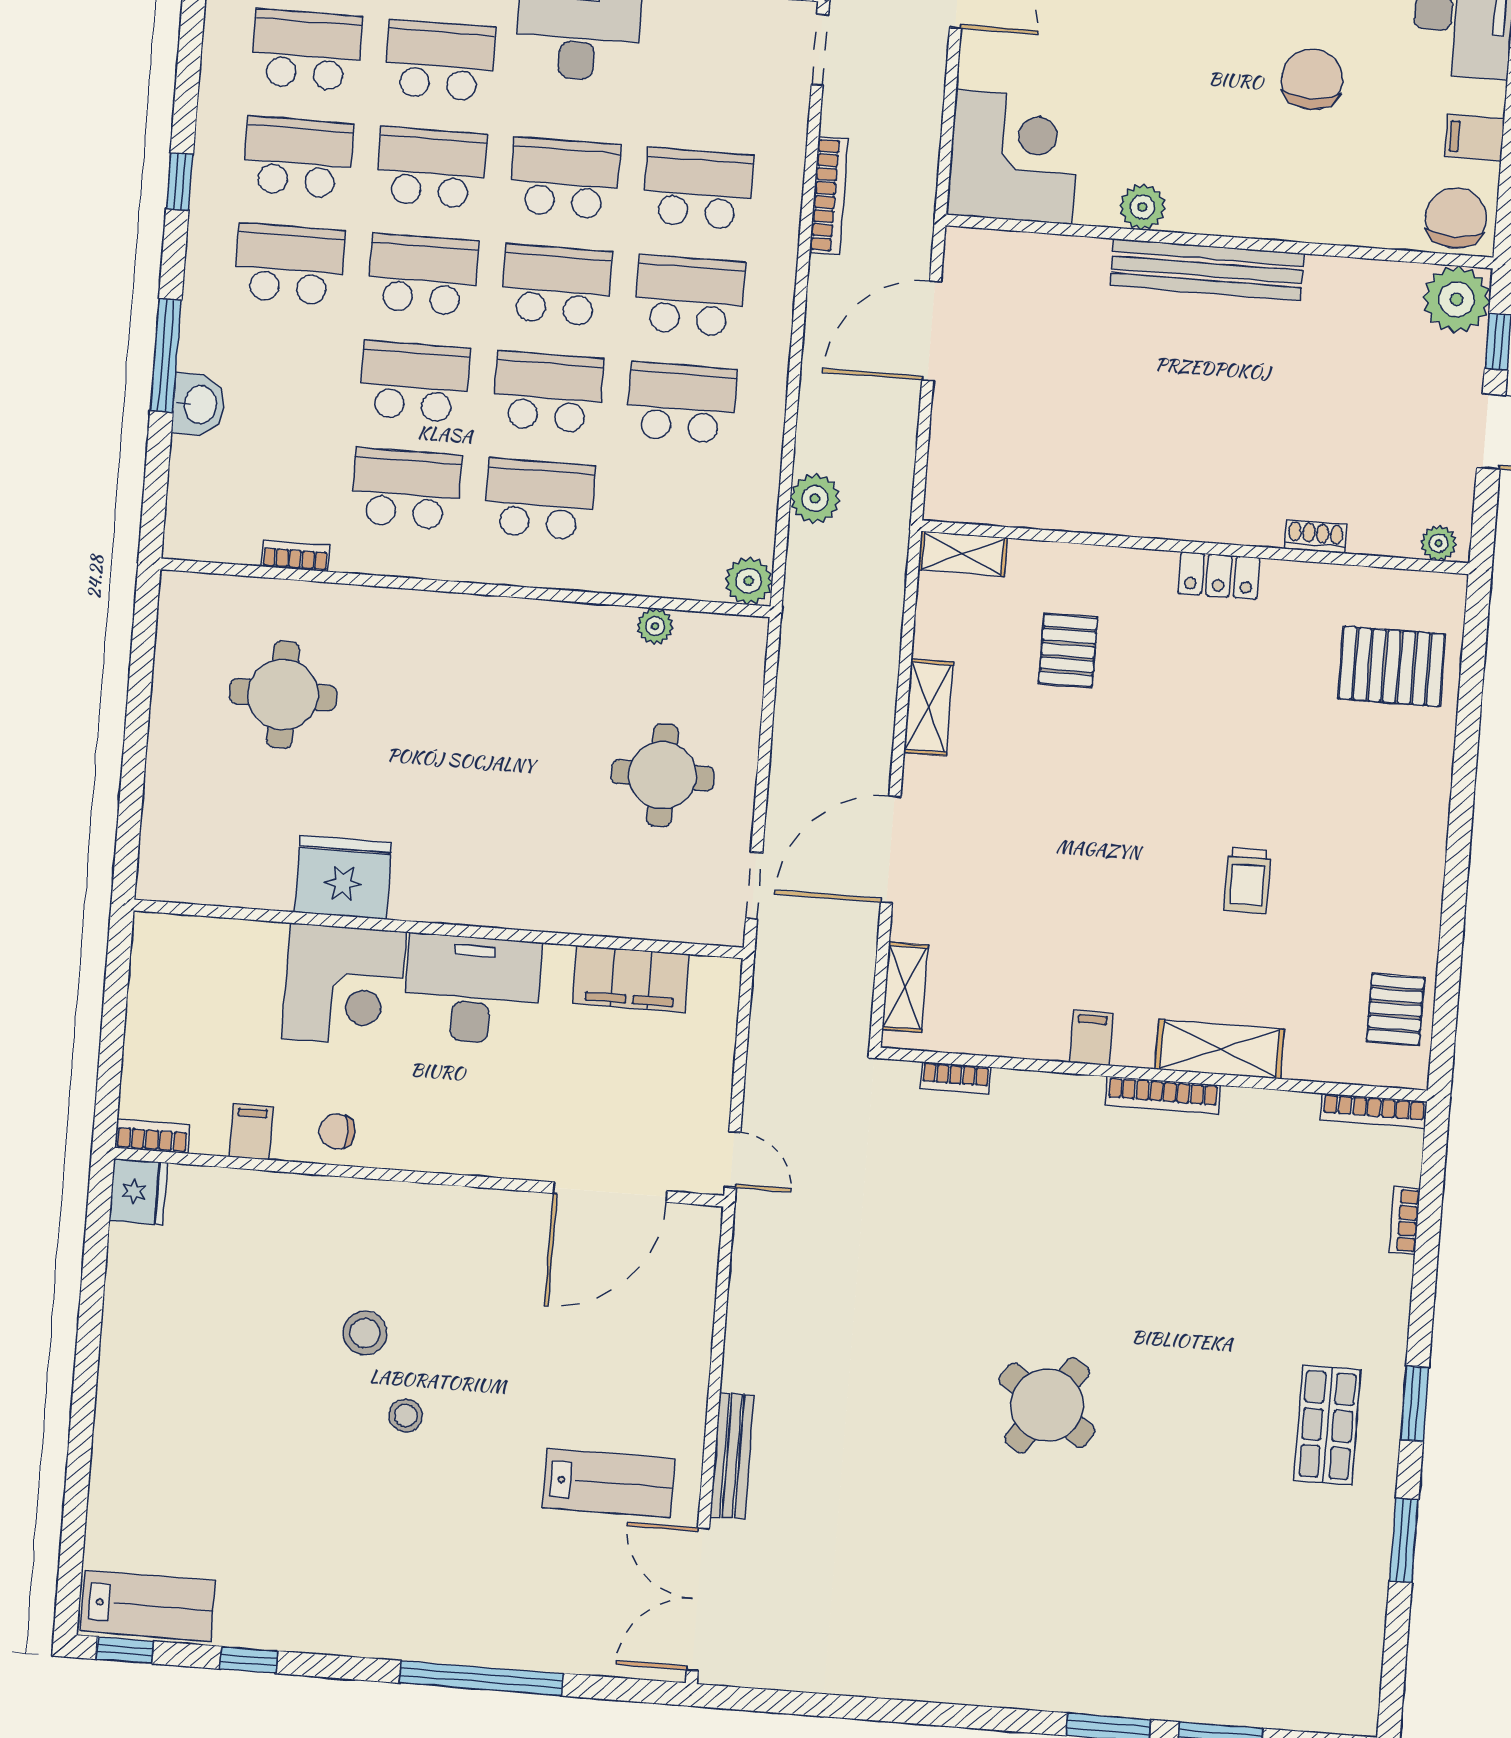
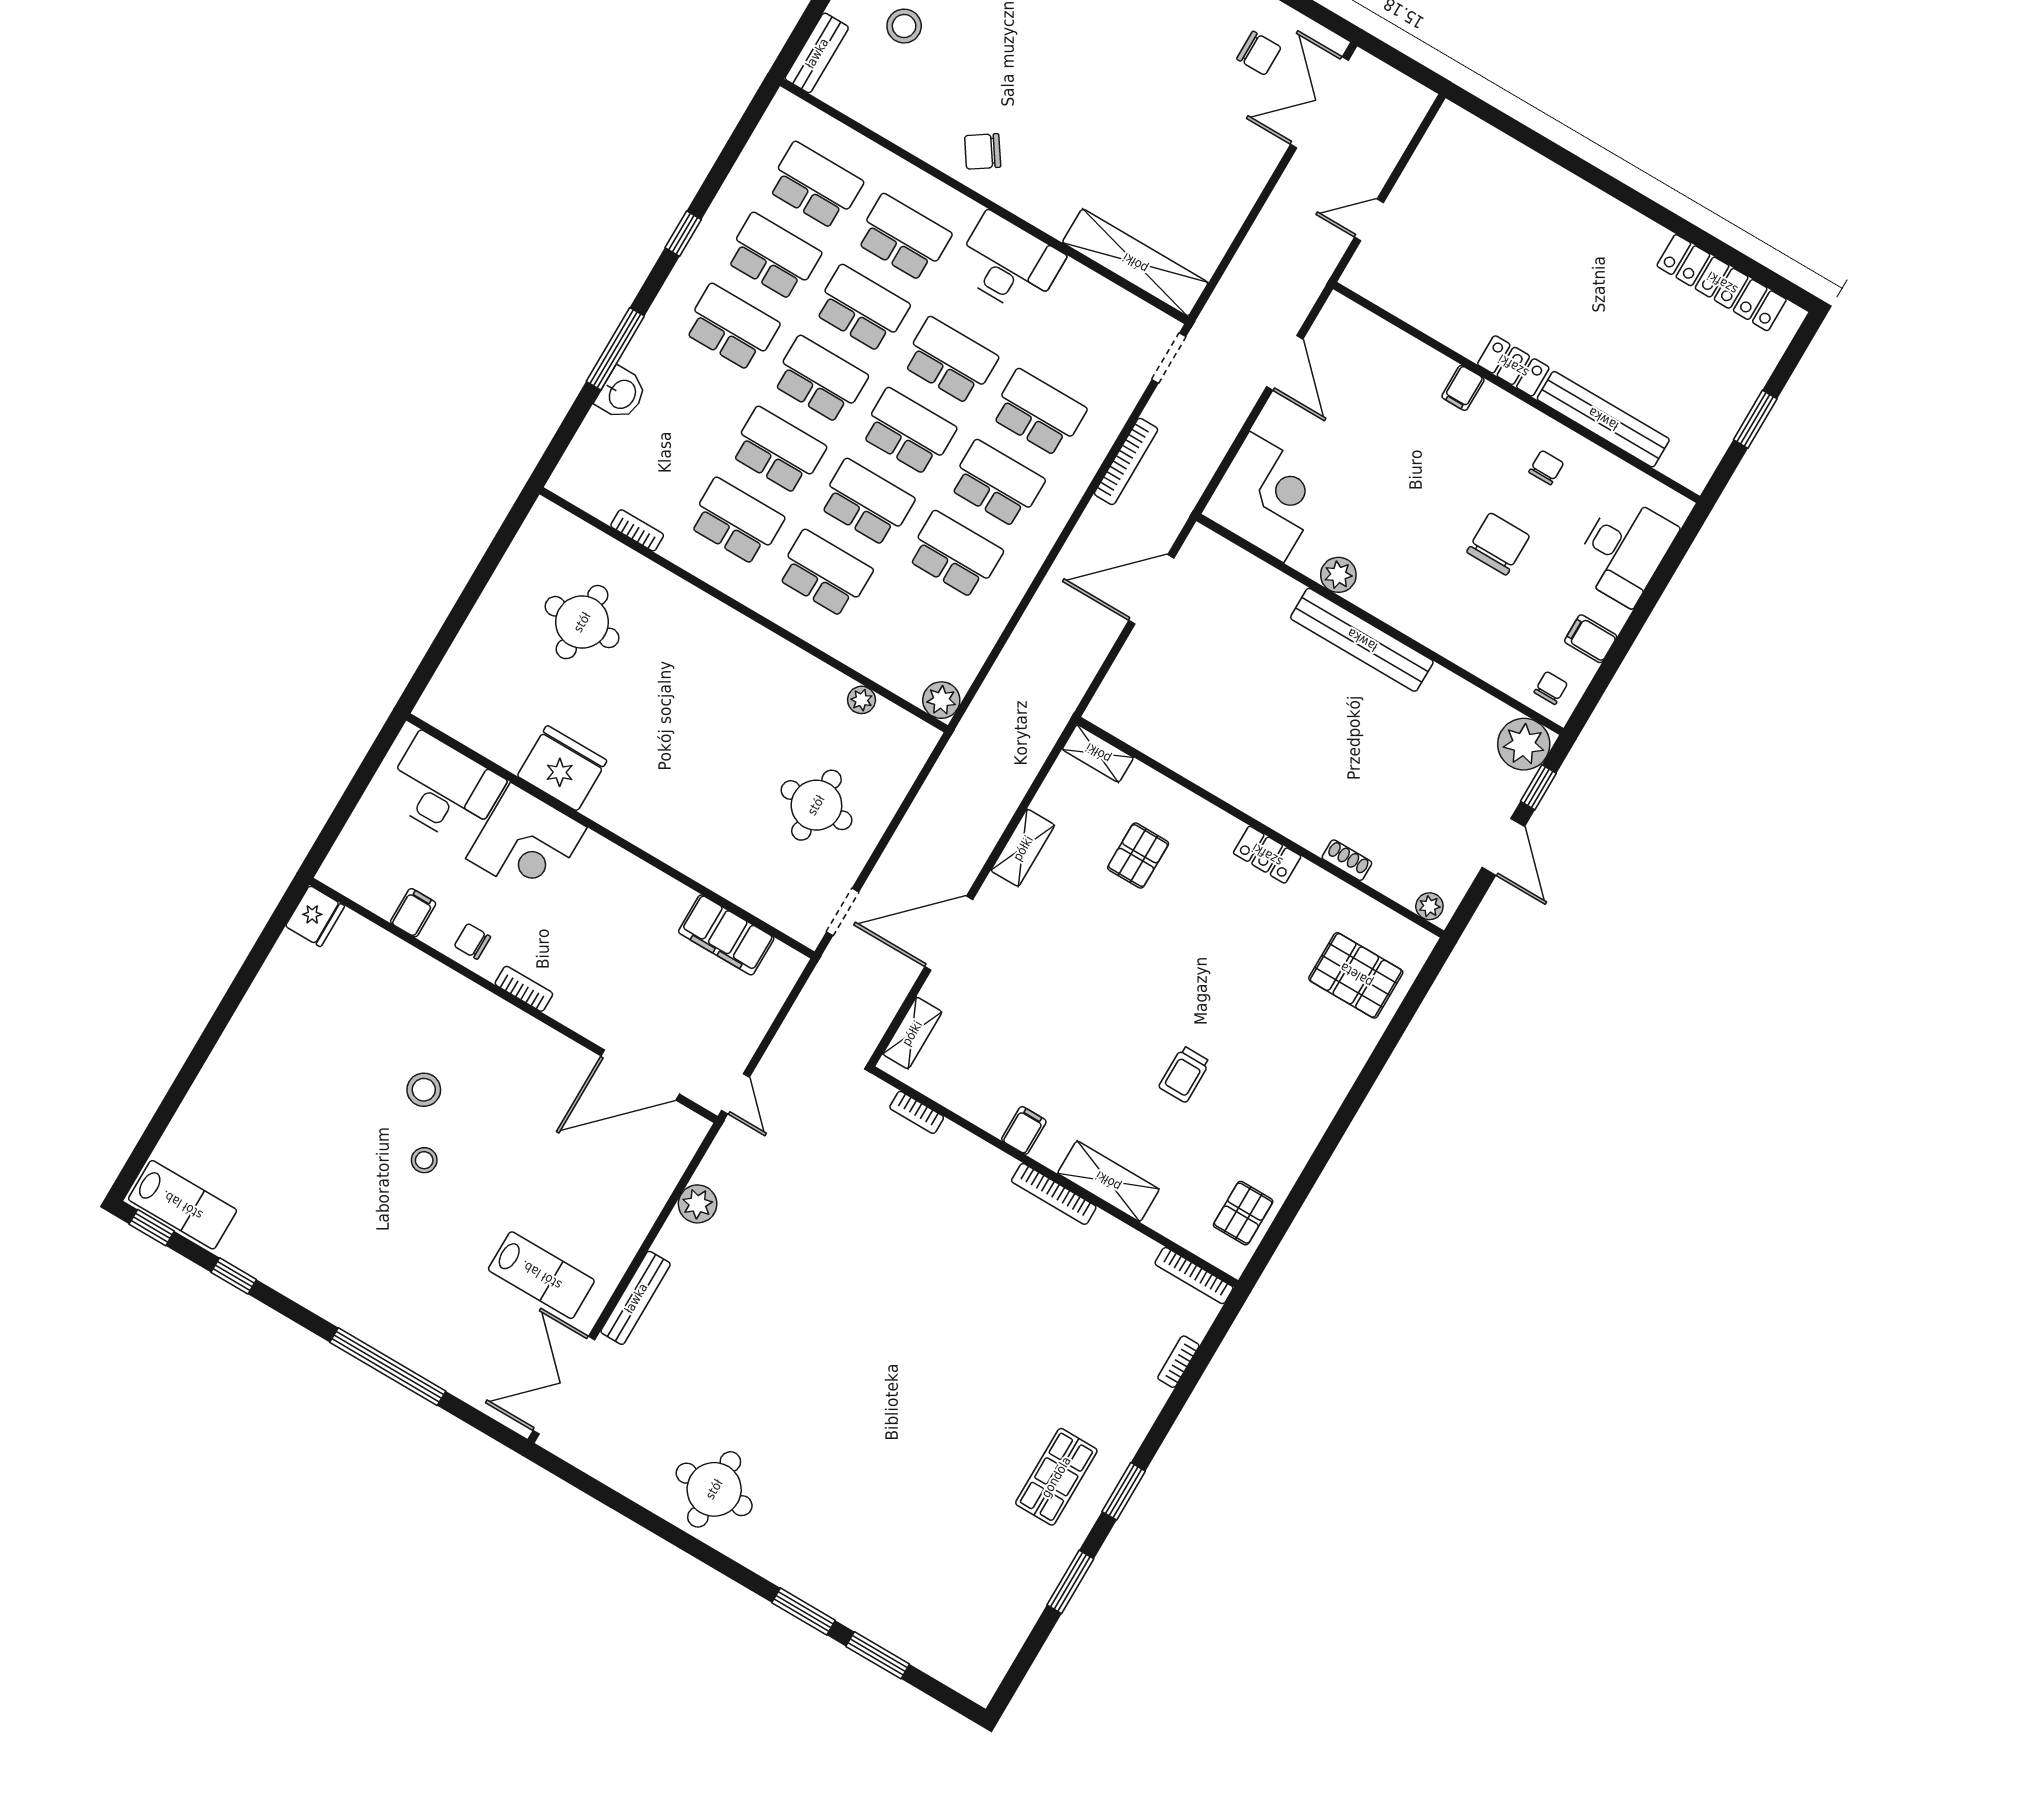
chair: (1456, 218) -> (1551, 688), width x0.54, depth x0.54
plant: (815, 499) -> (698, 1204), moved
desk: (472, 989) -> (444, 789), moved
bookcase: (152, 1136) -> (524, 989), moved
round table: (1047, 1405) -> (714, 1489), moved, turned -35

